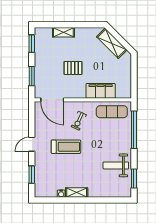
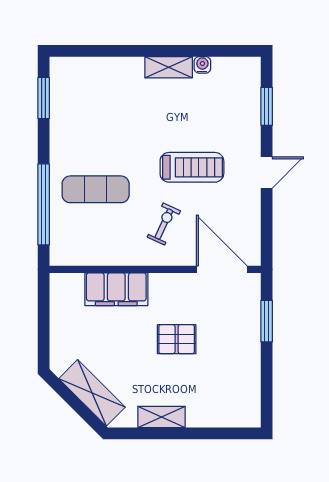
shelving: (63, 32) -> (161, 417), moved
window: (32, 44) -> (267, 392), removed
exercise mat: (112, 112) -> (96, 189), moved
treadmill: (66, 147) -> (192, 167), turned 180
weight bench: (116, 165) -> (83, 126), removed

